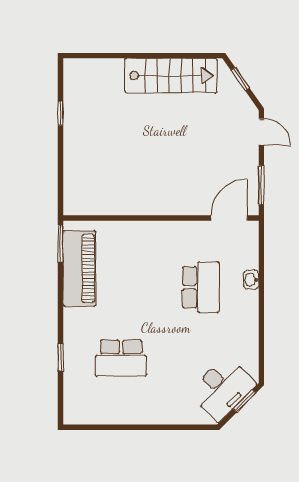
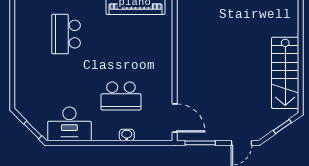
desk: (222, 388) -> (69, 124), moved, turned -45

